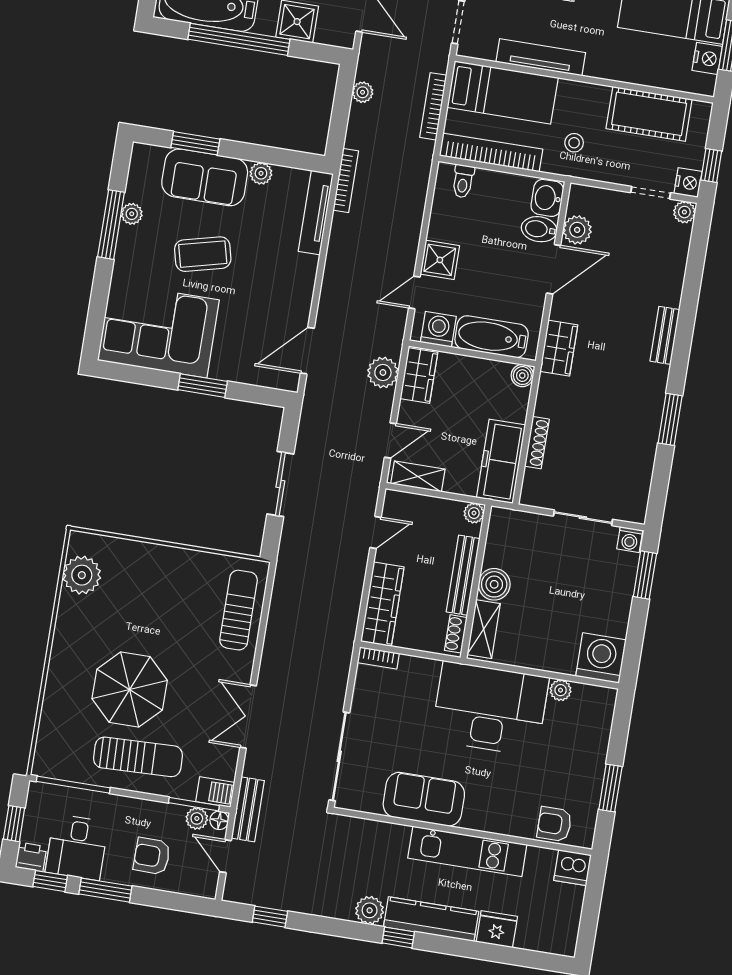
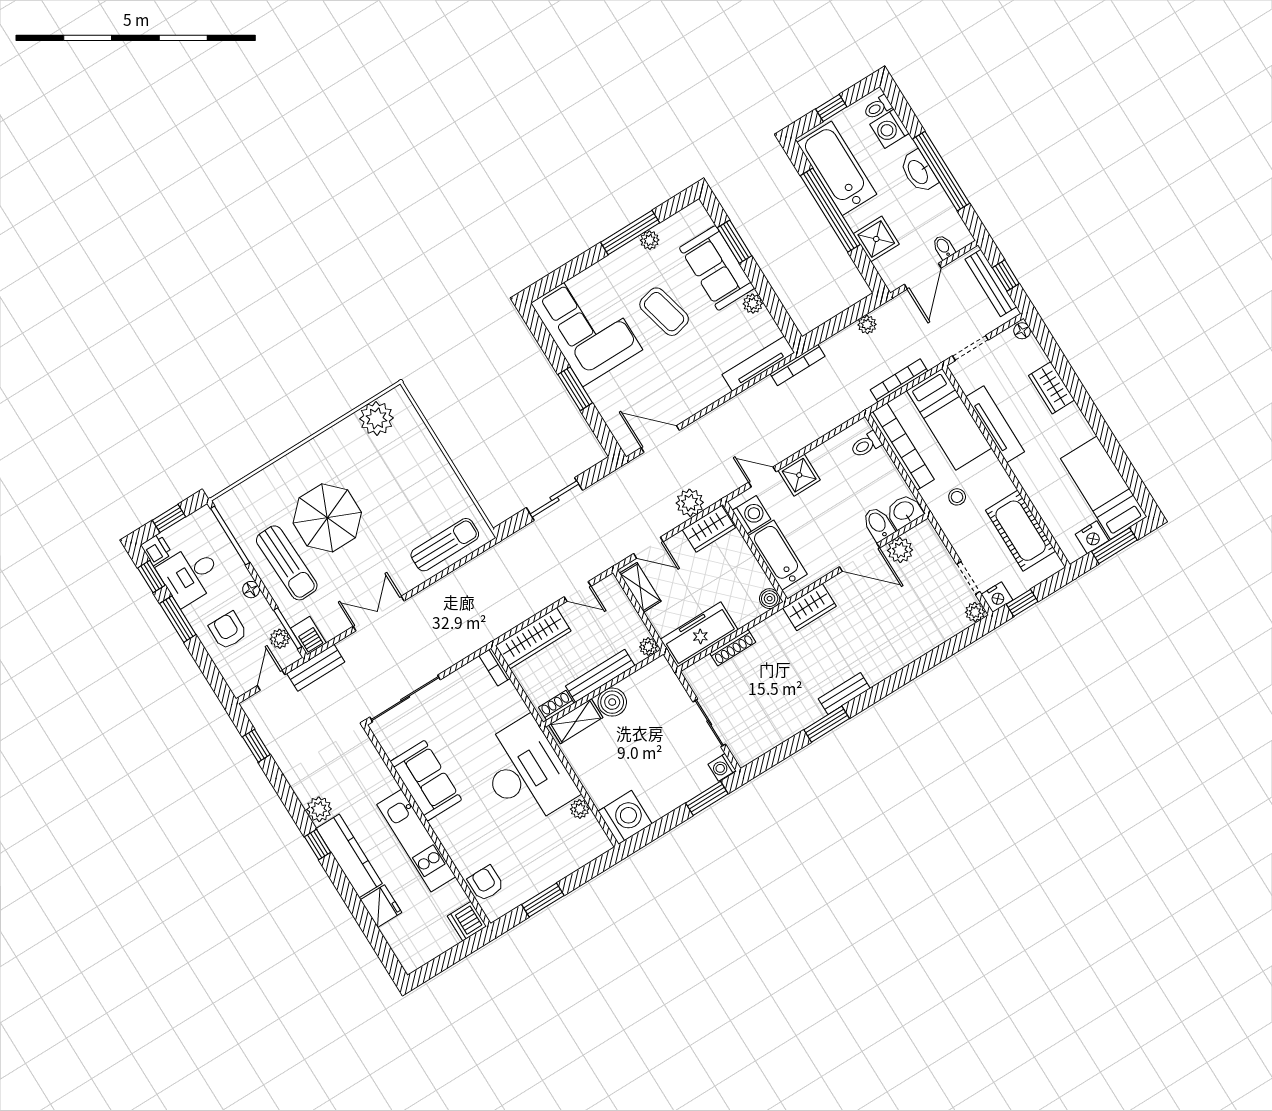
bench: (665, 335) -> (844, 694), moved
floor lamp: (219, 820) -> (251, 590), moved

